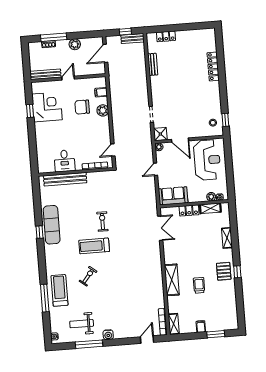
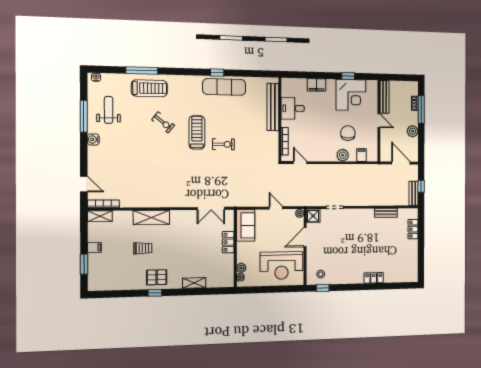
locker: (213, 66) -> (374, 278), width x0.66
filing cabinet: (41, 140) -> (316, 85), added
shelving: (210, 208) -> (229, 266), removed

